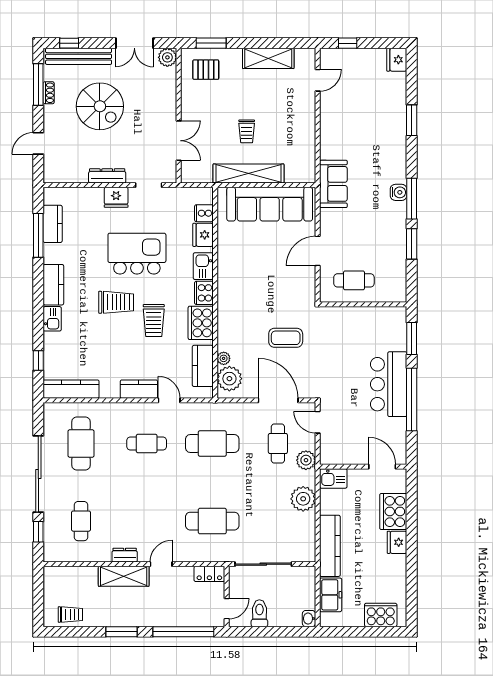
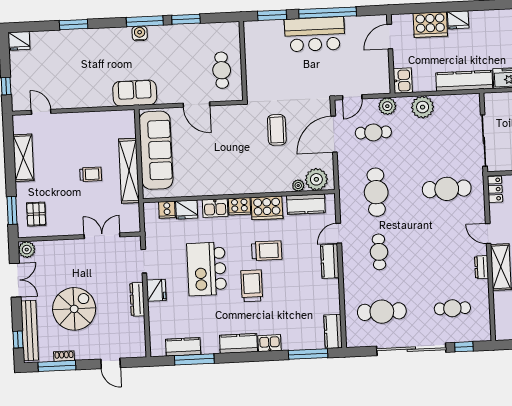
window: (38, 360) -> (308, 354), width x2.17
kitchen counter: (71, 389) -> (333, 331), width x0.67
cafe table: (212, 521) -> (447, 189), turned 90

